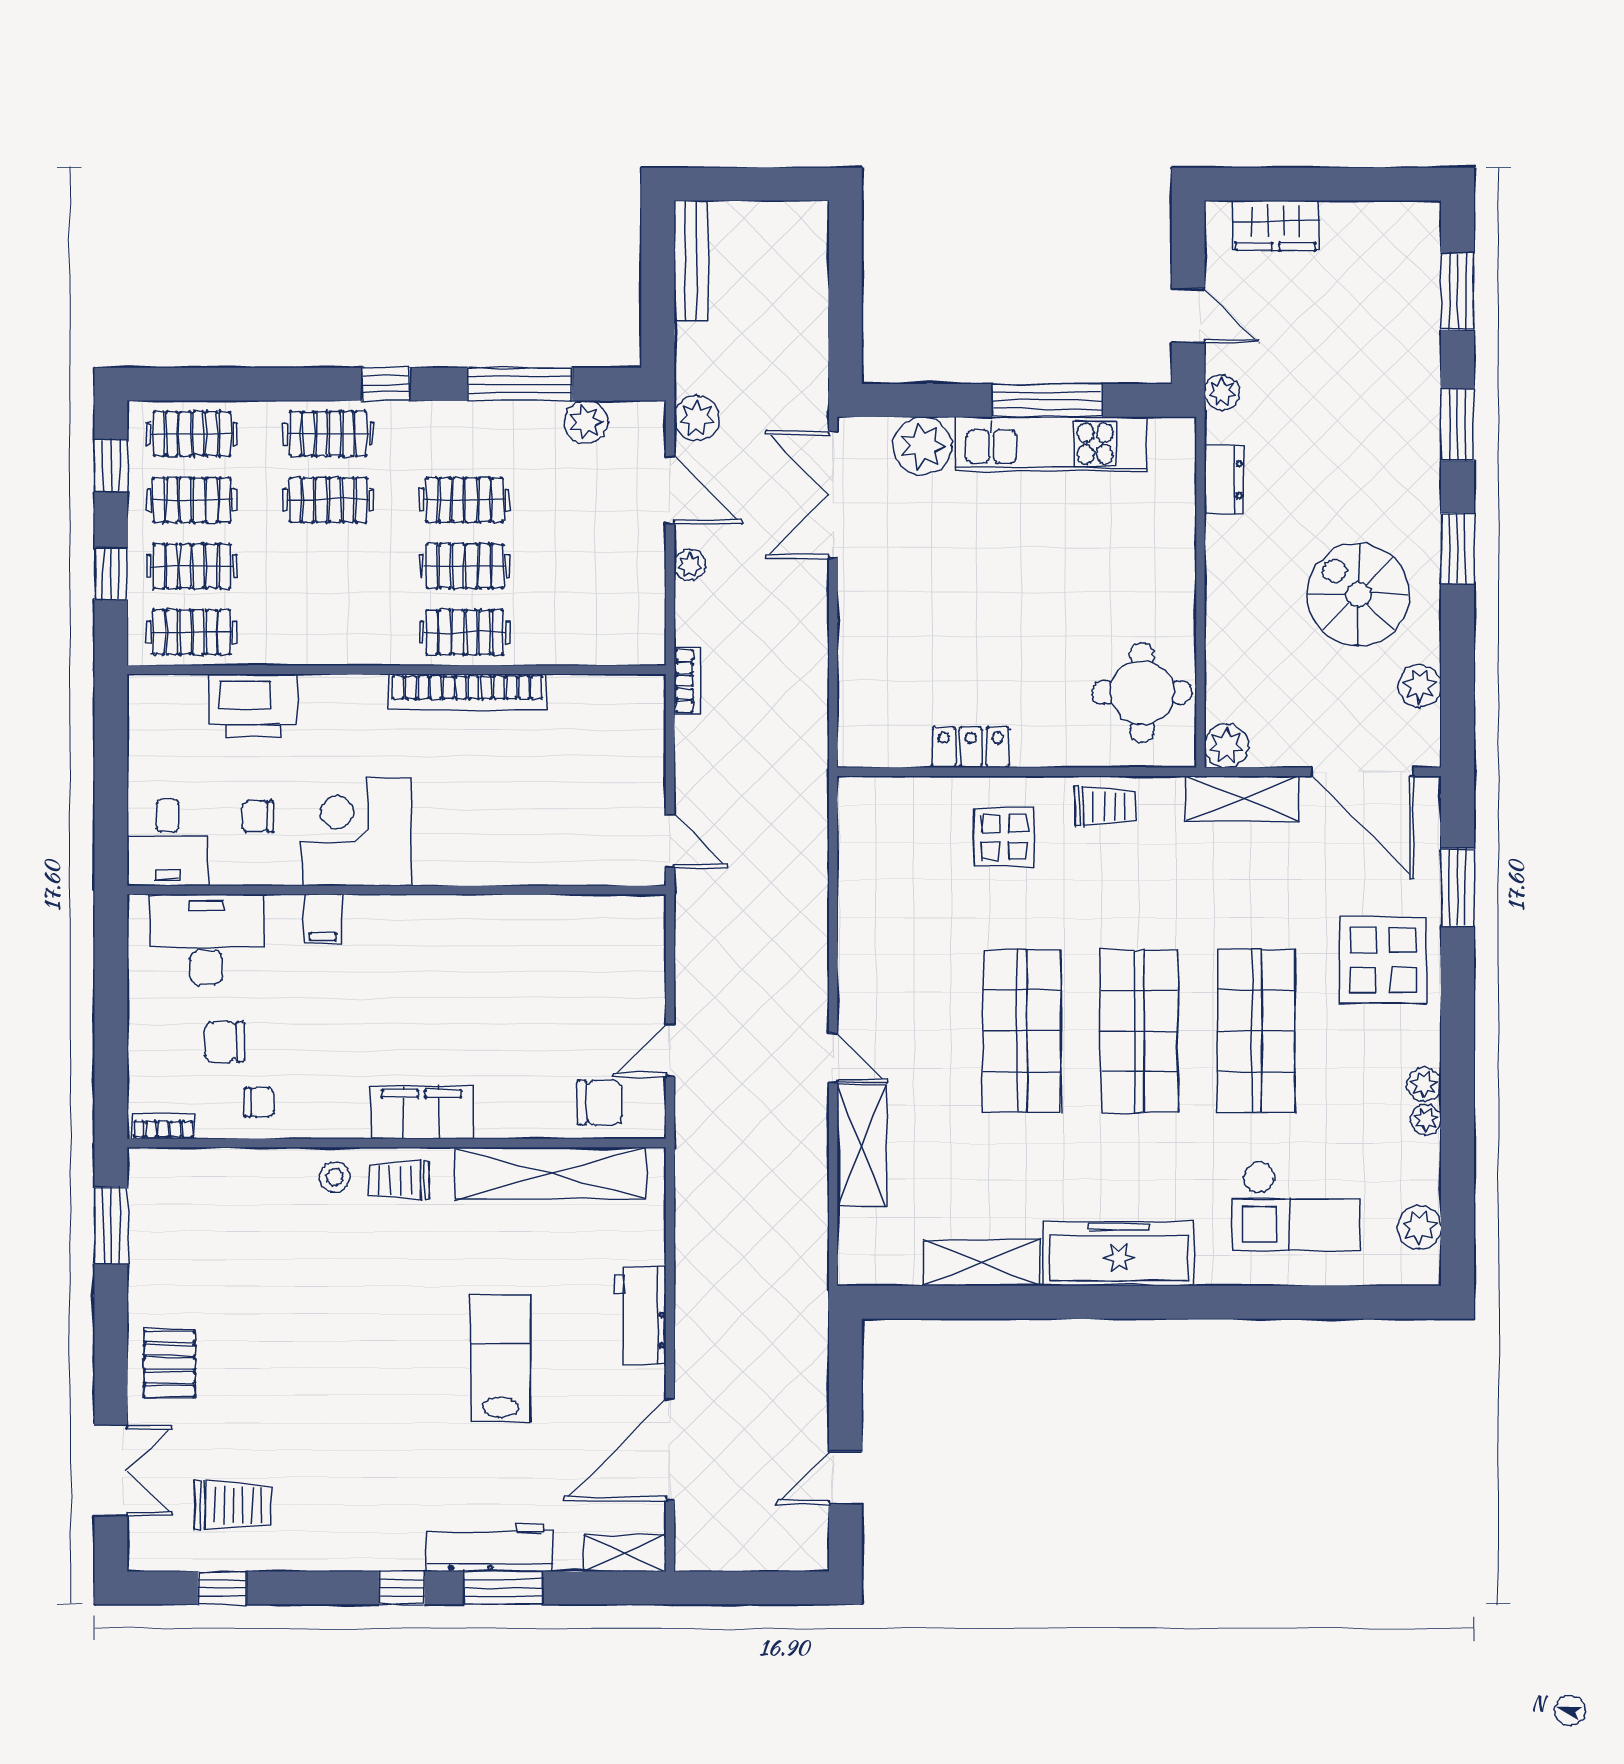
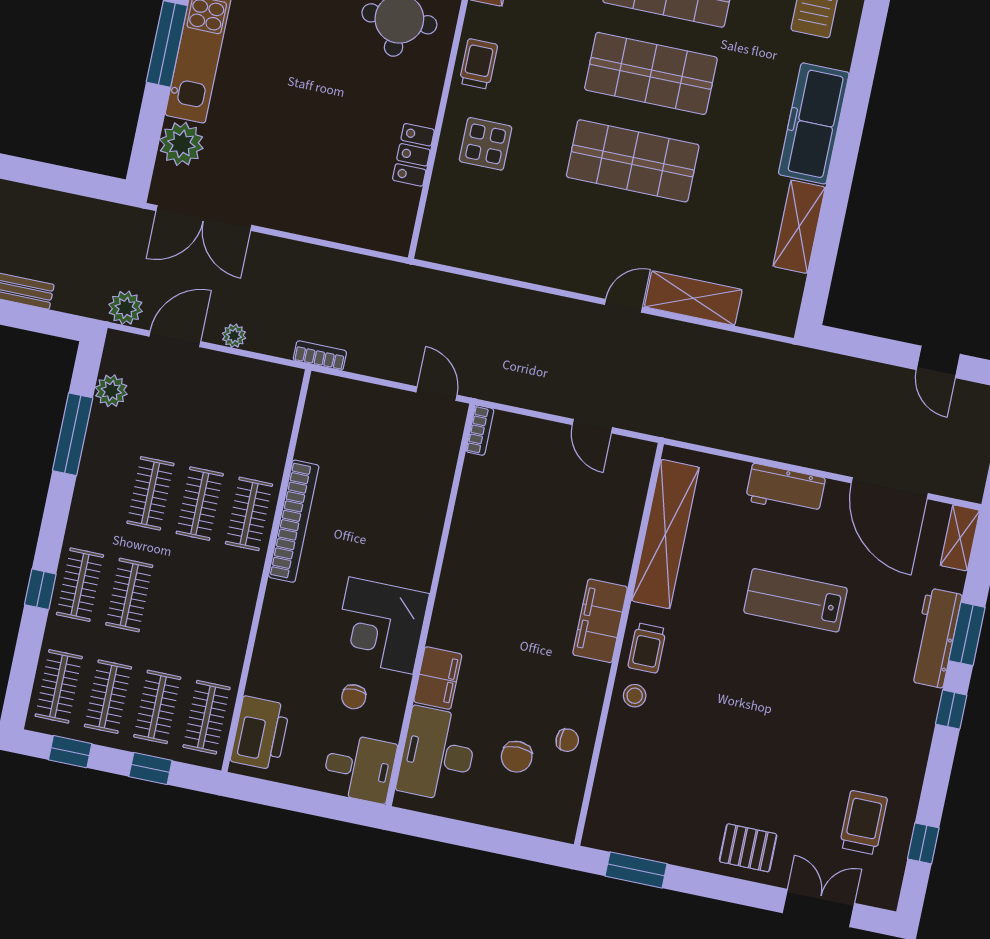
window: (386, 384) -> (40, 589), moved
printer: (253, 706) -> (260, 733), moved
door: (670, 841) -> (437, 394), hinge flipped
filing cabinet: (323, 919) -> (438, 678), width x2.00
chair: (259, 1102) -> (567, 740), turned 90
chair: (600, 1103) -> (620, 486), removed
bookcase: (163, 1126) -> (480, 430), moved, turned 180

